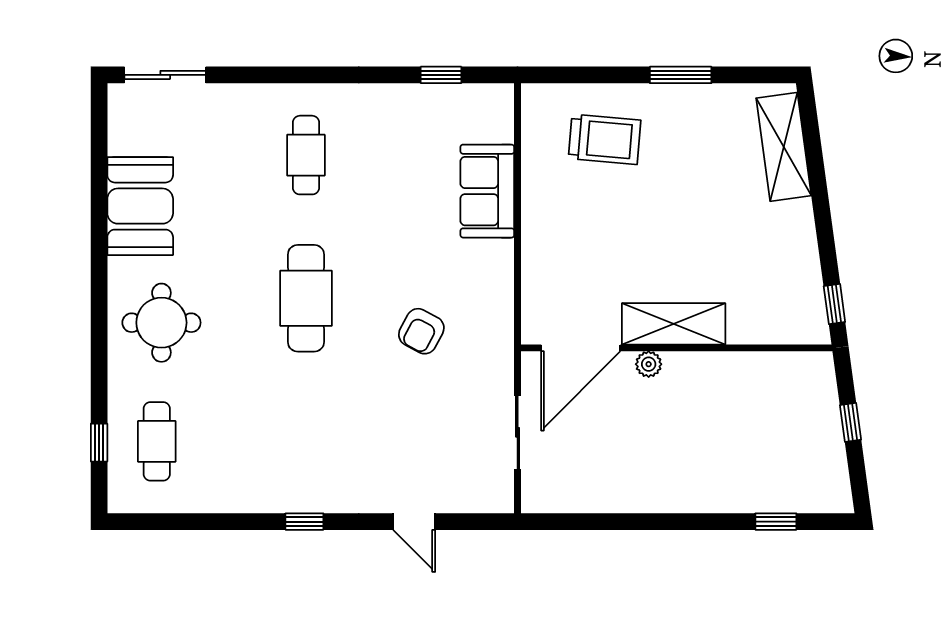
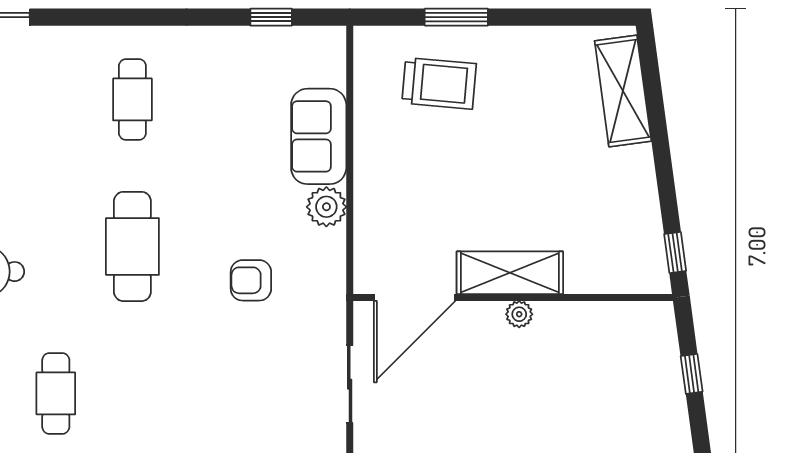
window: (681, 75) -> (456, 17), moved
plant: (495, 260) -> (326, 207), added
armchair: (421, 331) -> (251, 280), turned 62
plant: (649, 364) -> (519, 314), moved
cafe table: (231, 441) -> (56, 393), added

